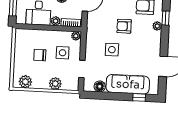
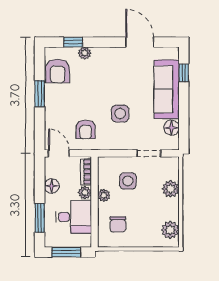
armchair: (124, 26) -> (86, 129), moved
plant: (76, 36) -> (104, 195), moved
chair: (40, 55) -> (118, 224), moved

